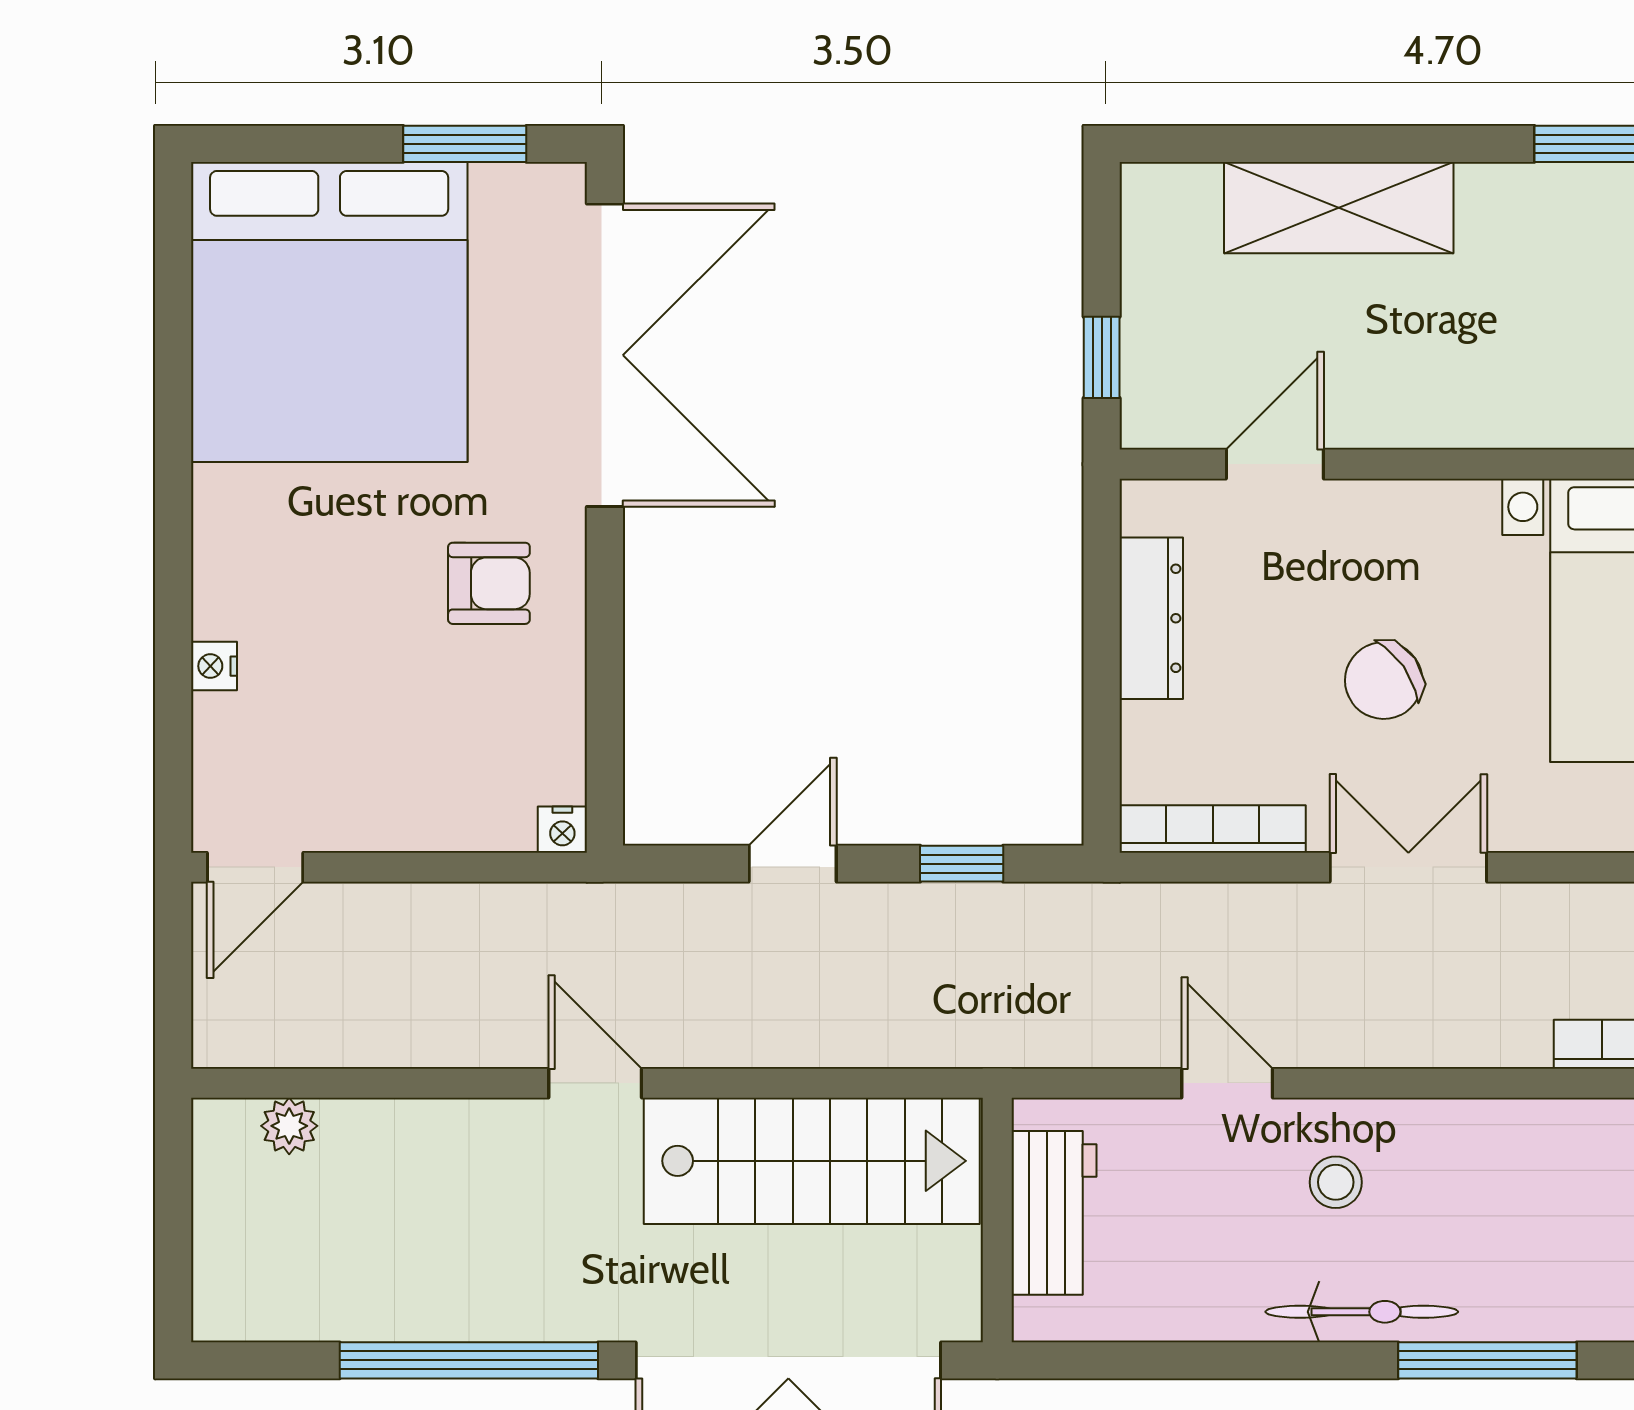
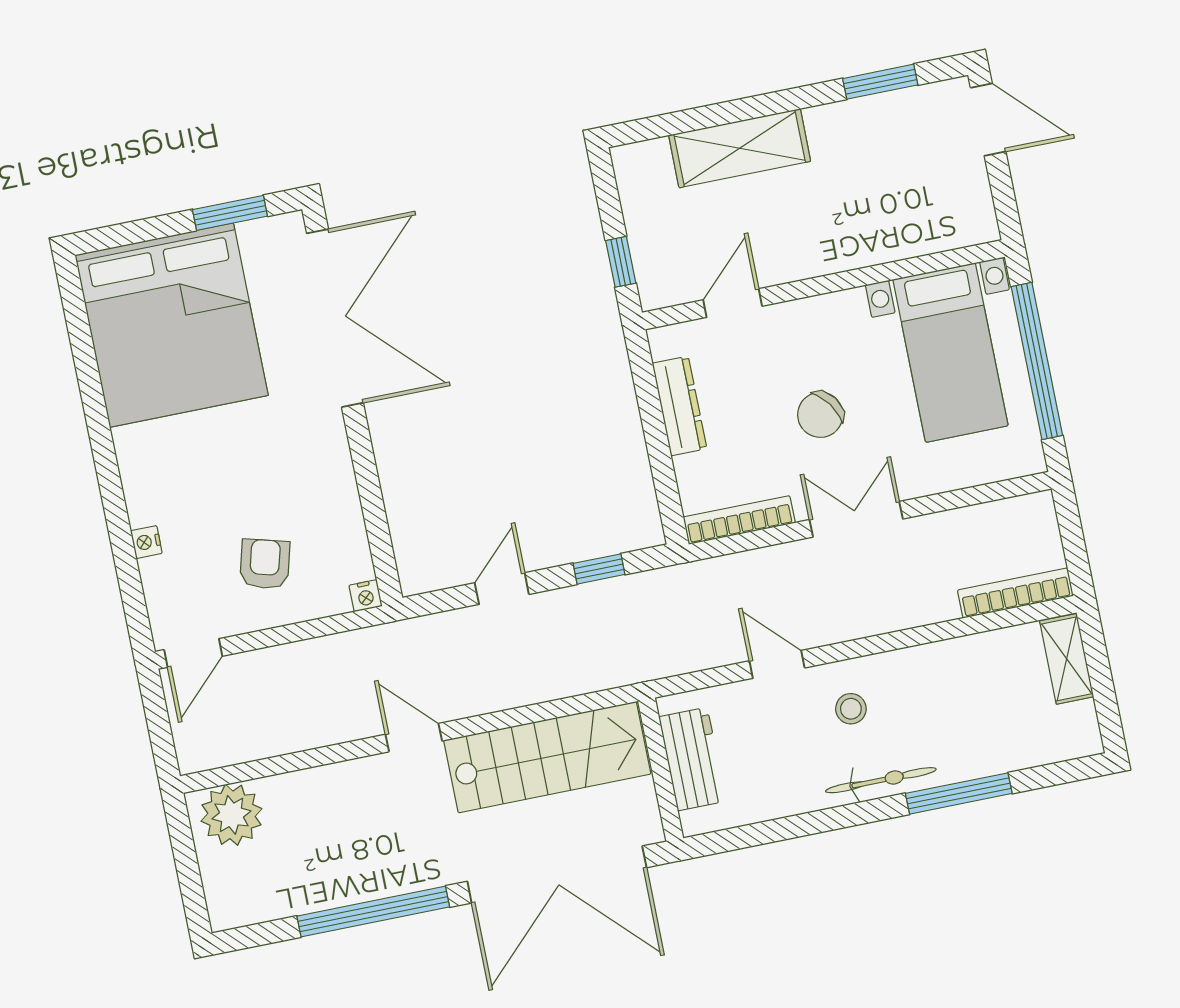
armchair: (489, 583) -> (265, 564), moved, turned -75
plant: (289, 1126) -> (231, 815), width x1.88, depth x1.88

